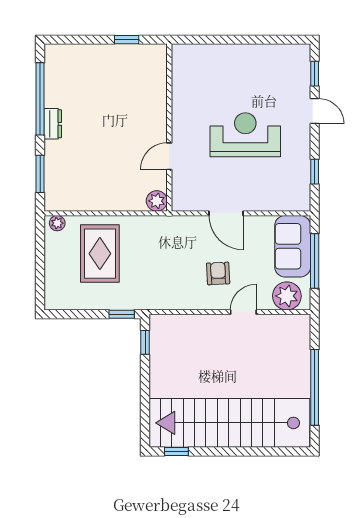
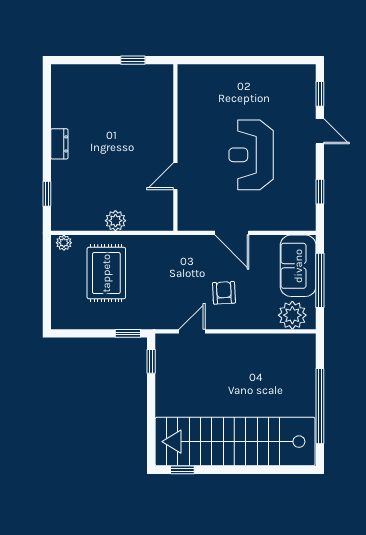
window: (40, 99) -> (47, 119), removed
reception desk: (245, 135) -> (251, 155), turned -90
window: (40, 174) -> (47, 194), width x0.67
plant: (157, 201) -> (115, 221), moved
door: (243, 312) -> (192, 331), moved

